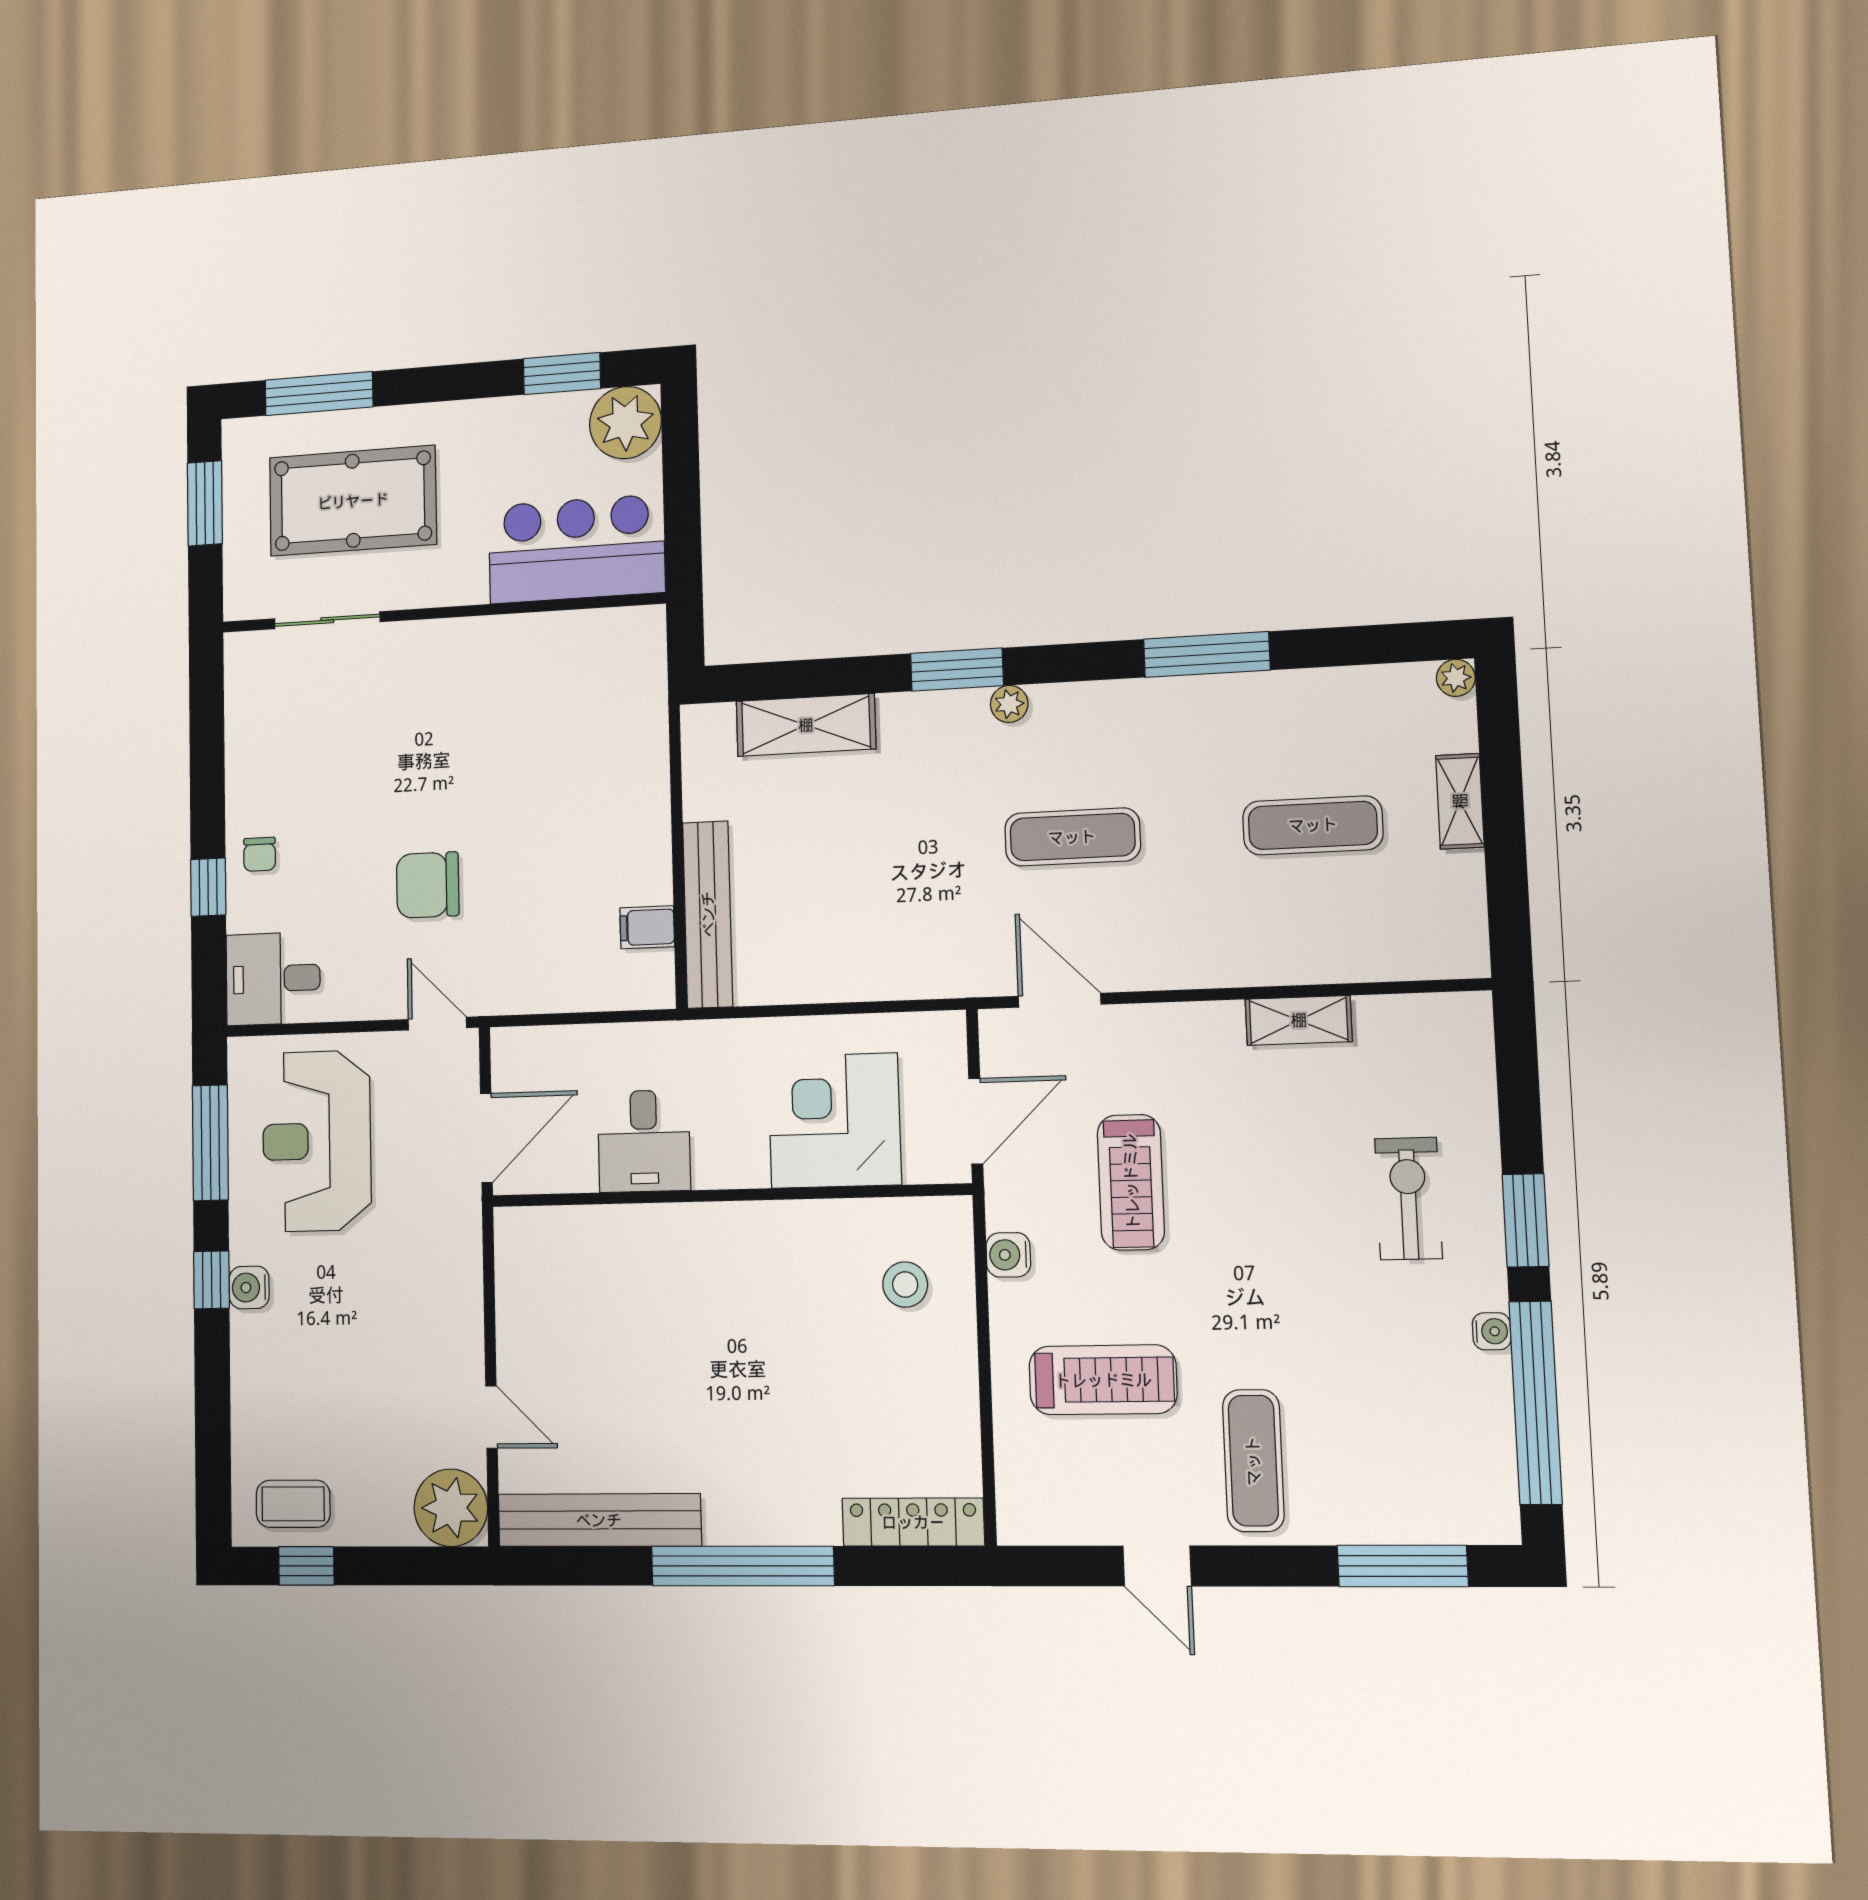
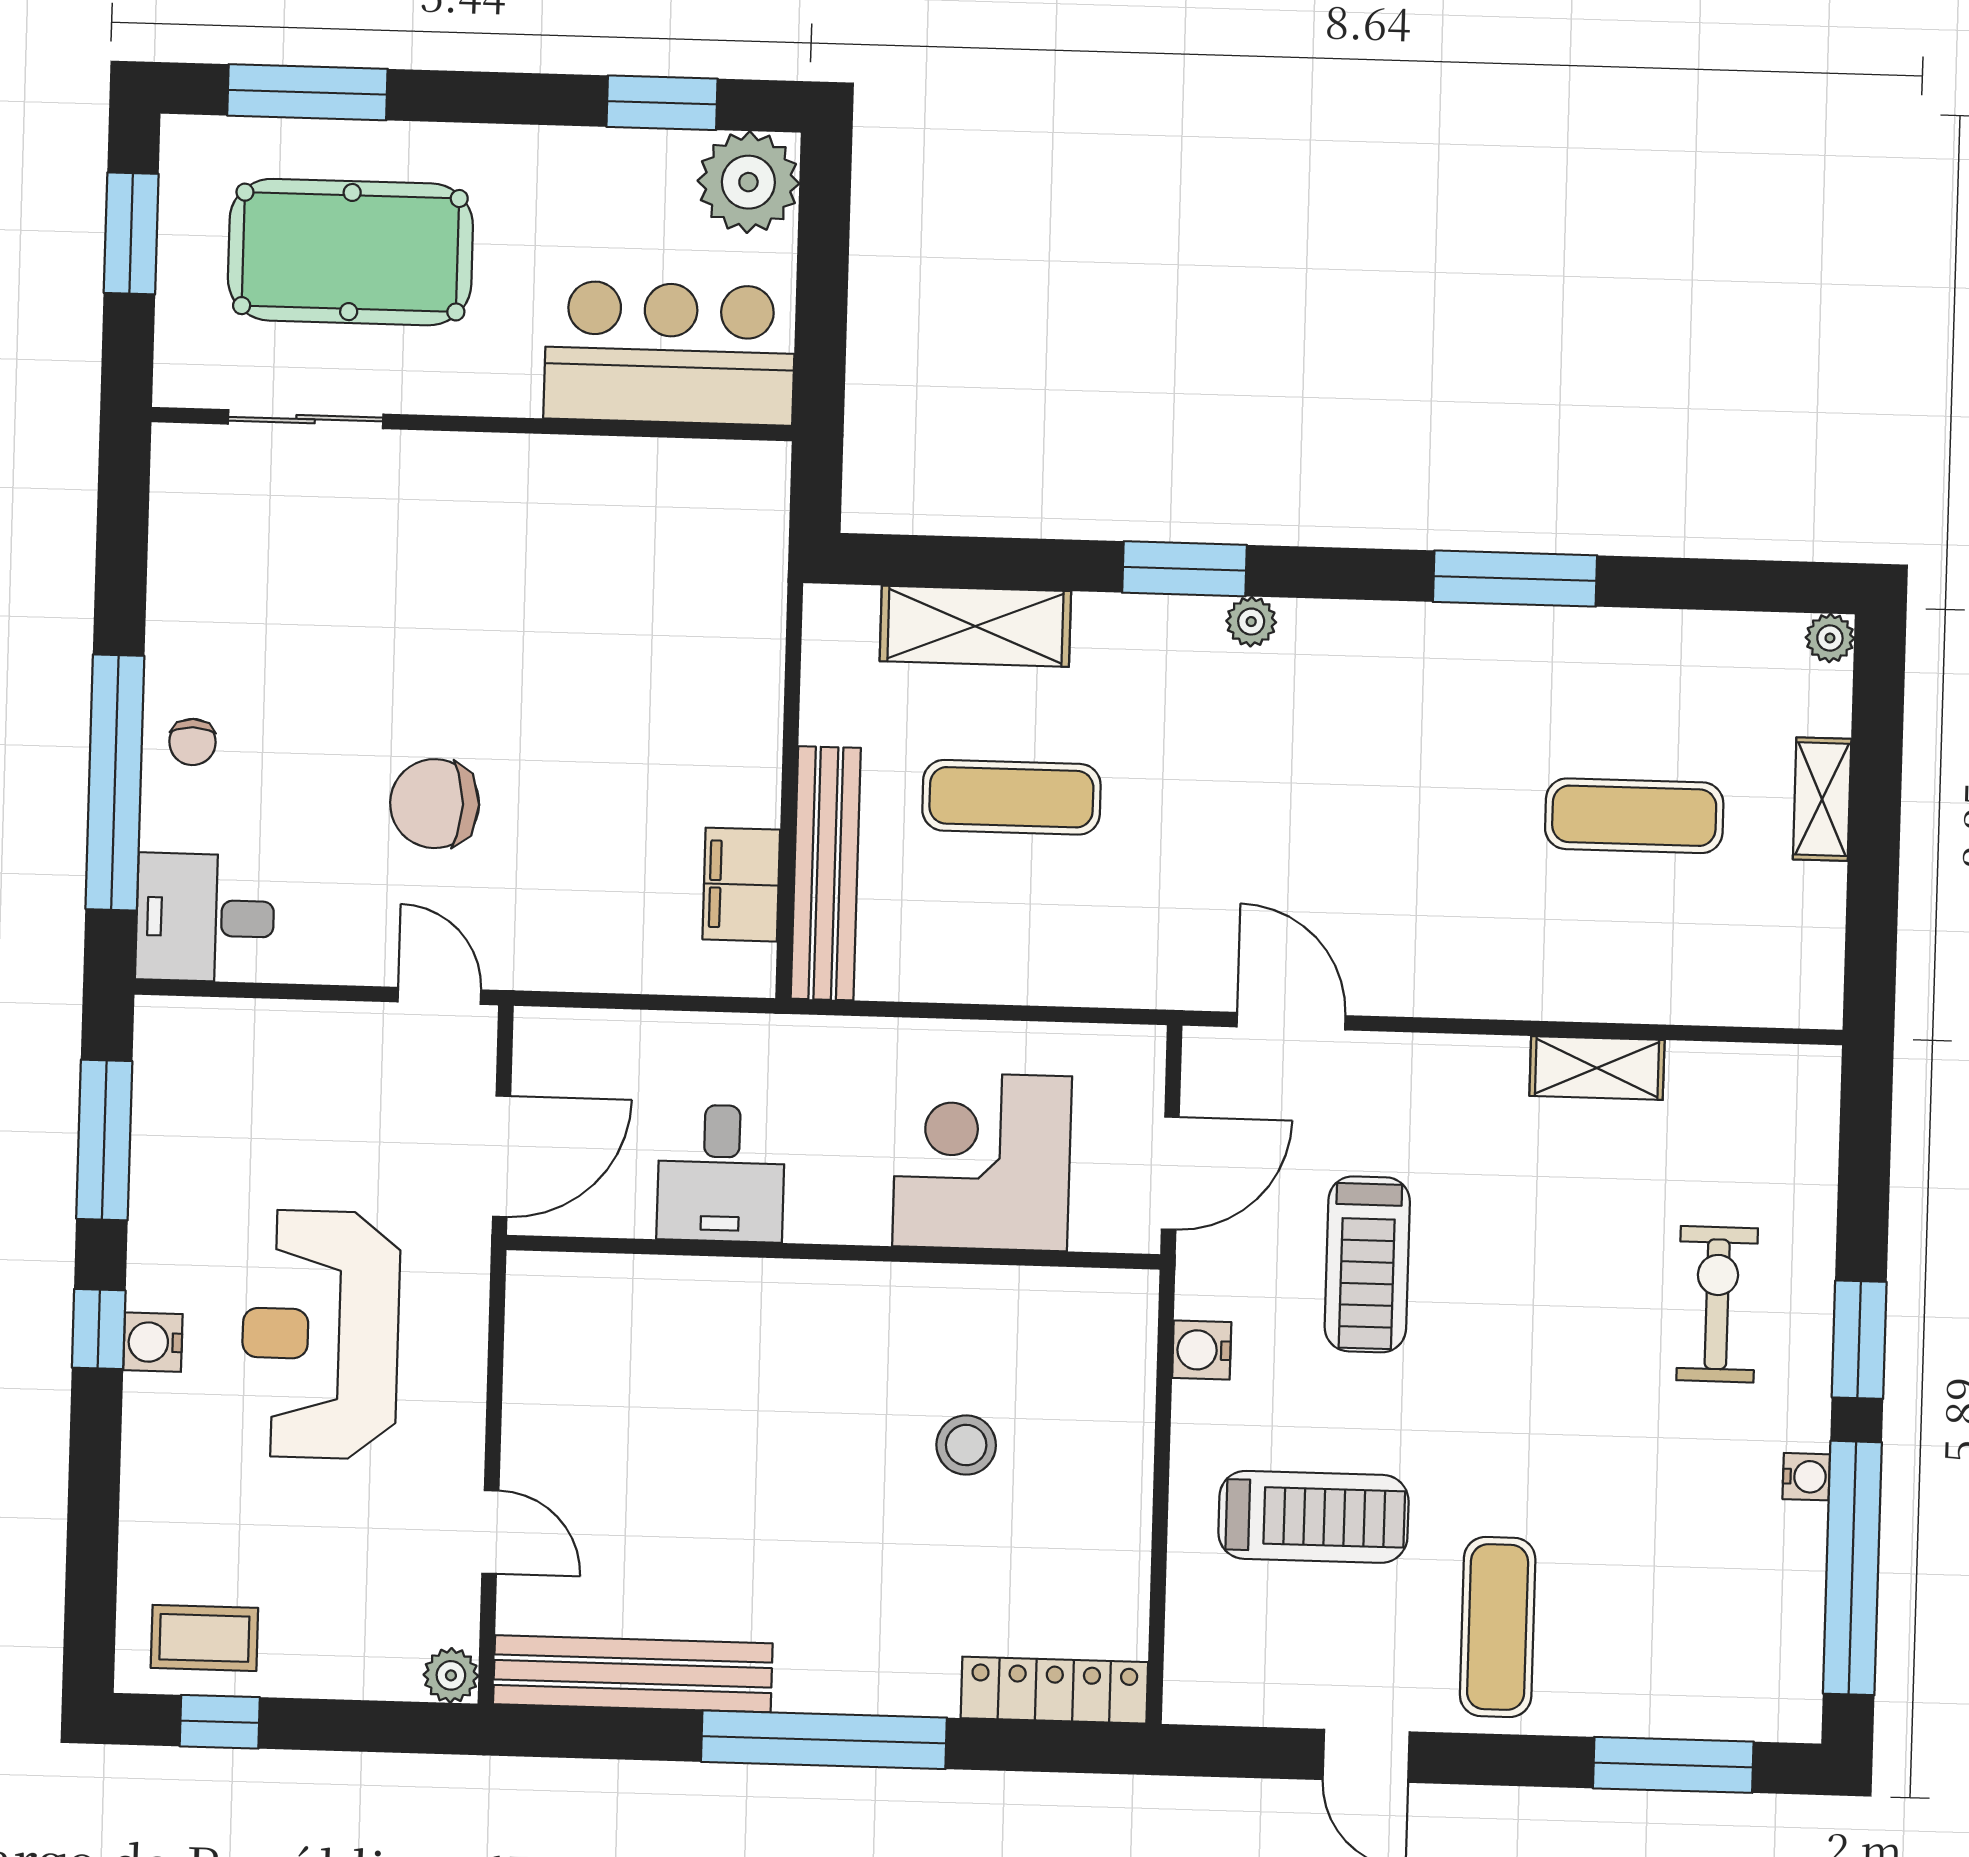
exercise mat: (1072, 837) -> (1011, 797), moved
window: (208, 887) -> (115, 783), width x3.17
filing cabinet: (647, 927) -> (741, 885), width x2.00
reception desk: (317, 1141) -> (320, 1334), moved
stool: (905, 1285) -> (966, 1445), moved
plant: (451, 1508) -> (451, 1675), width x0.53, depth x0.53

